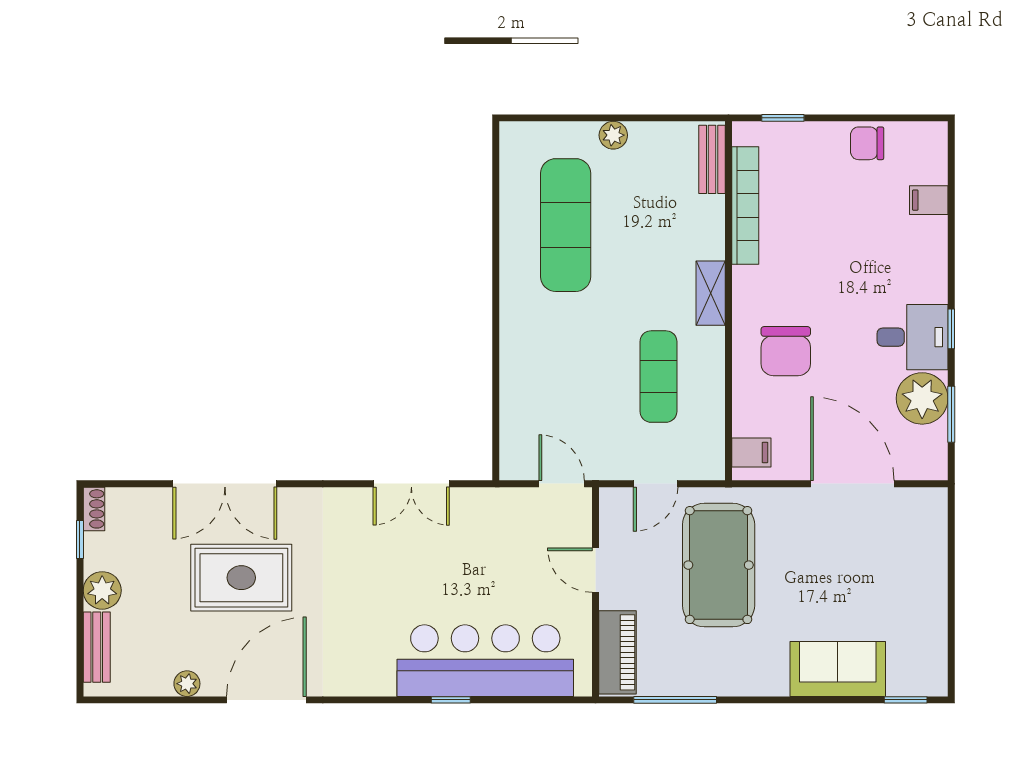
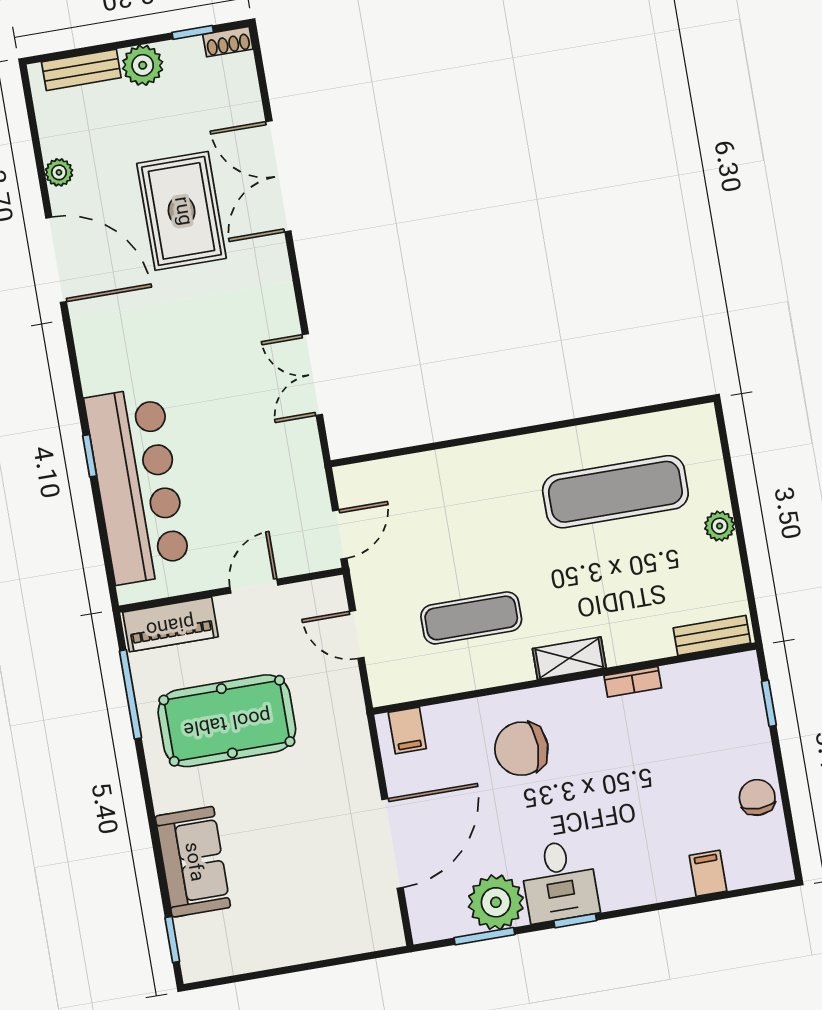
bookcase: (745, 206) -> (633, 682), width x0.43, depth x0.76
pool table: (719, 565) -> (227, 721), moved

